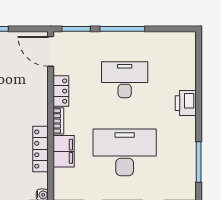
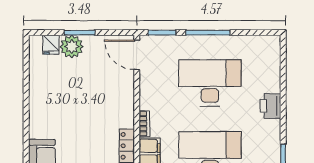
desk: (125, 80) -> (210, 83), width x1.36, depth x1.30
locker: (61, 91) -> (147, 94), removed

